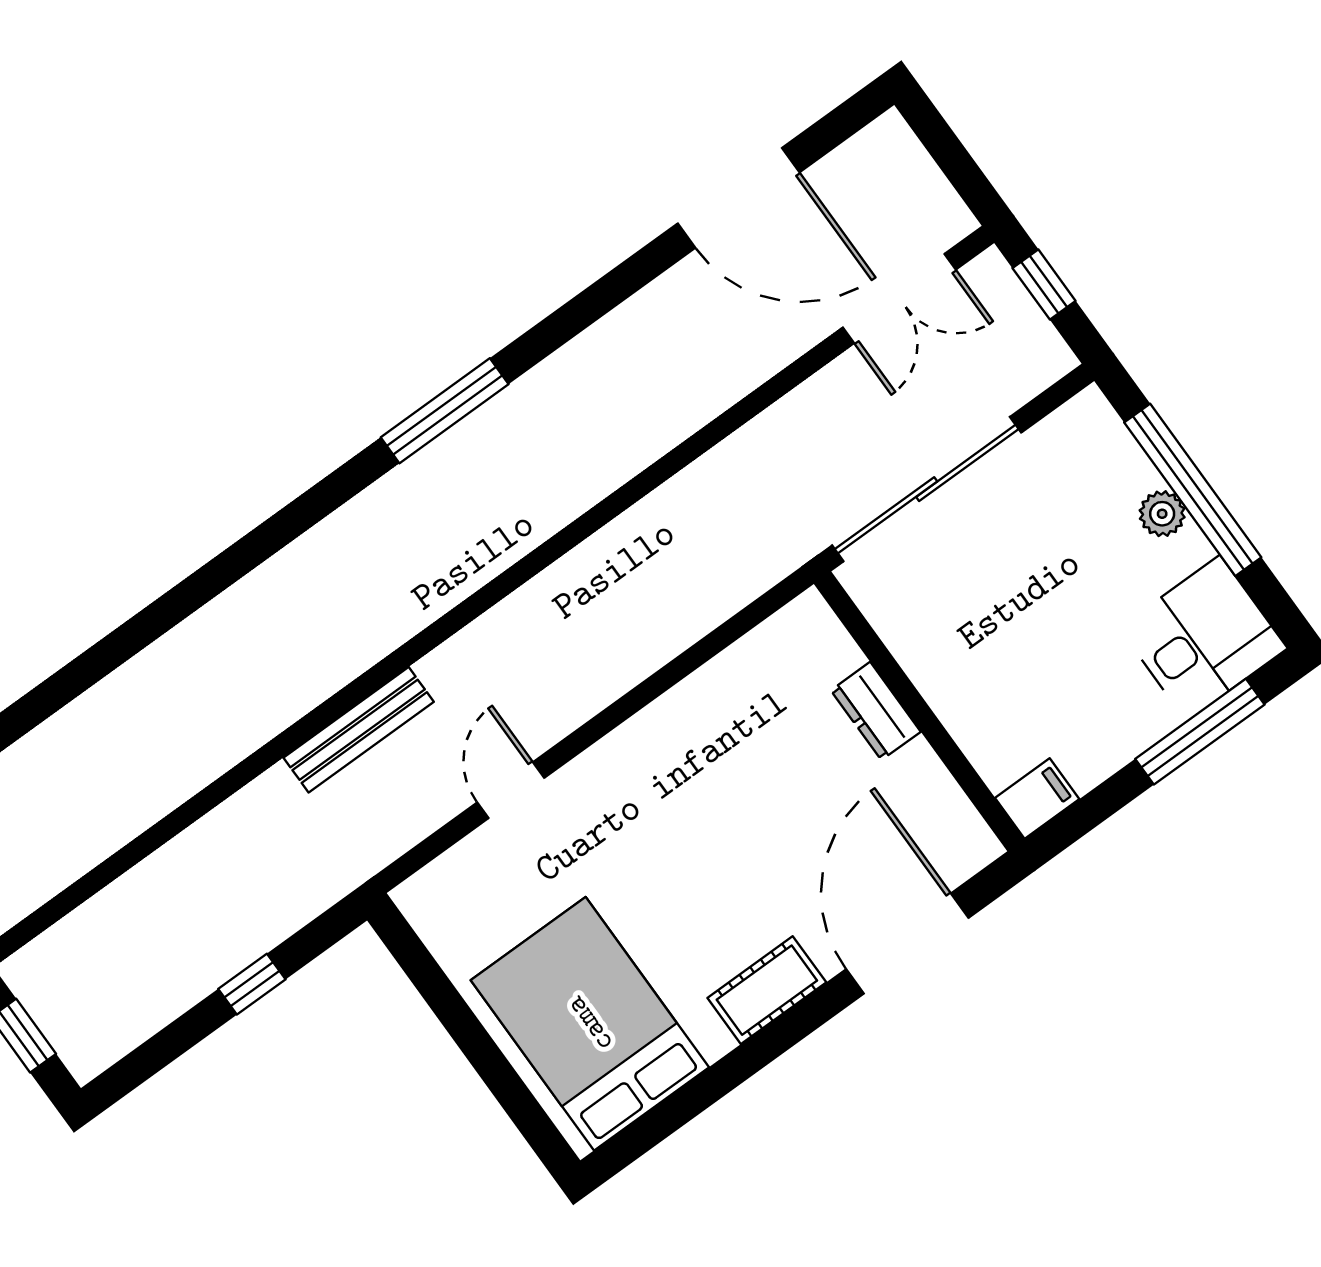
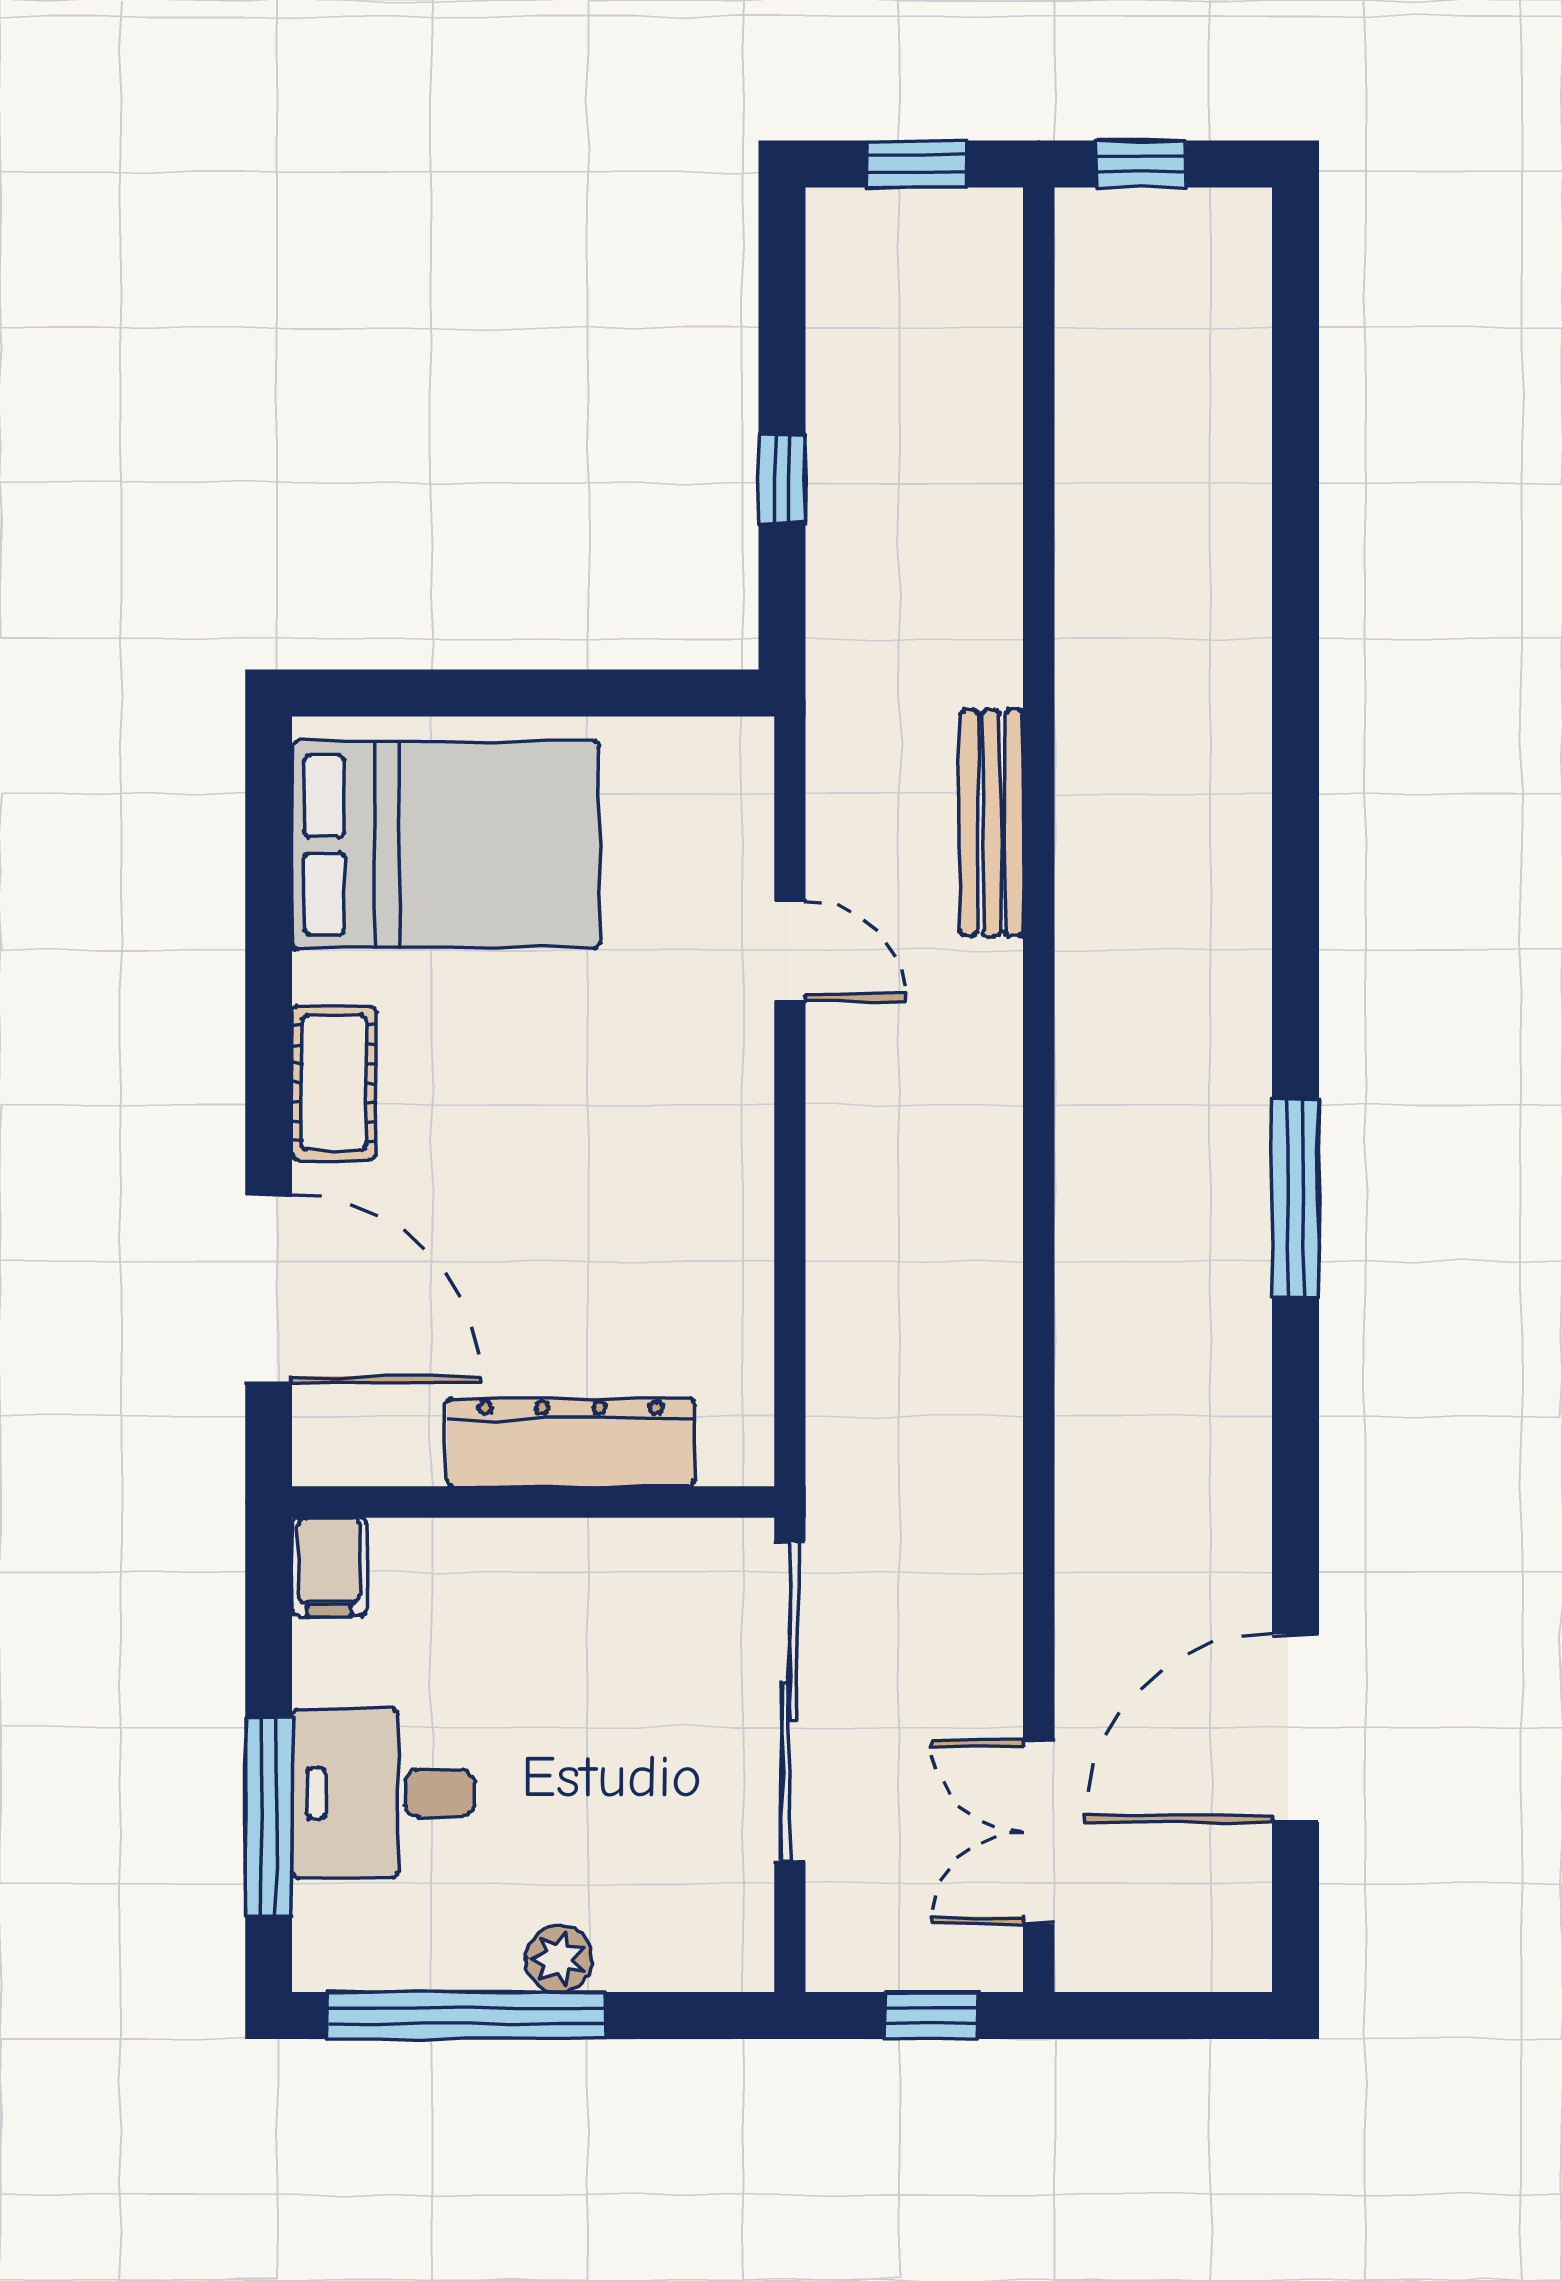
window: (1193, 490) -> (466, 2015), moved
desk: (1203, 638) -> (383, 1793), moved, turned 90
dresser: (876, 711) -> (571, 1442), width x1.96, depth x1.24

